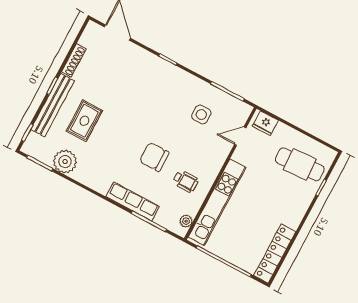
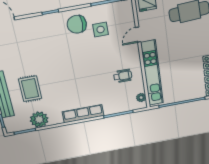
door: (240, 136) -> (138, 35), moved
chair: (154, 157) -> (77, 24), moved
row of seats: (133, 201) -> (83, 114), moved

